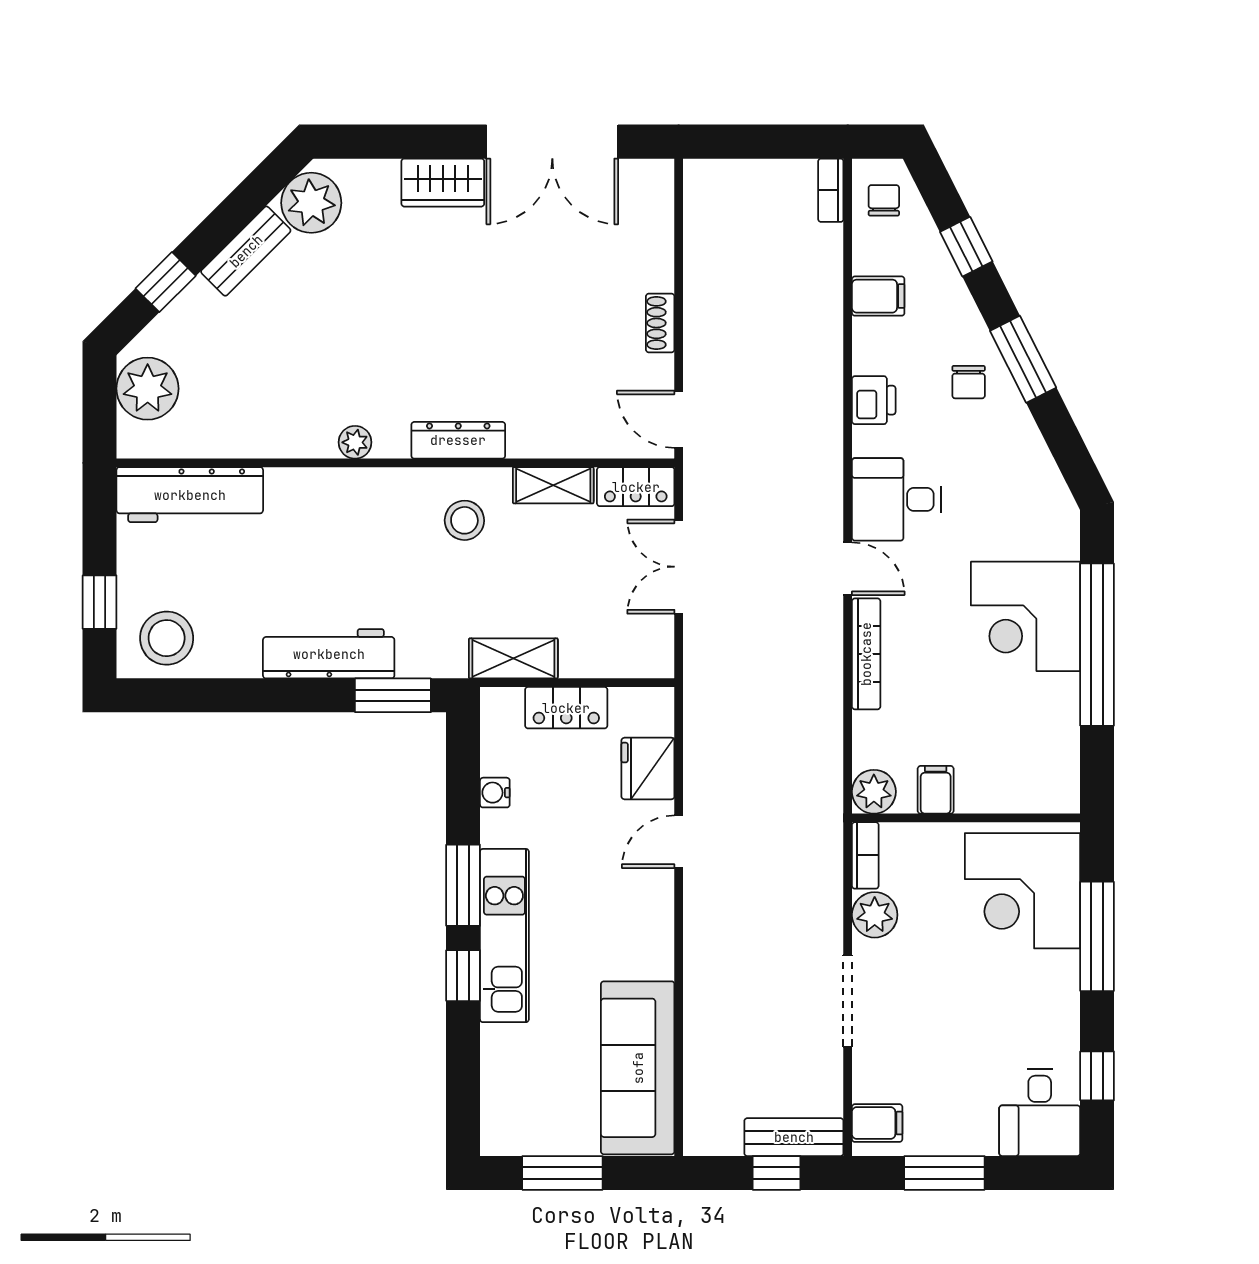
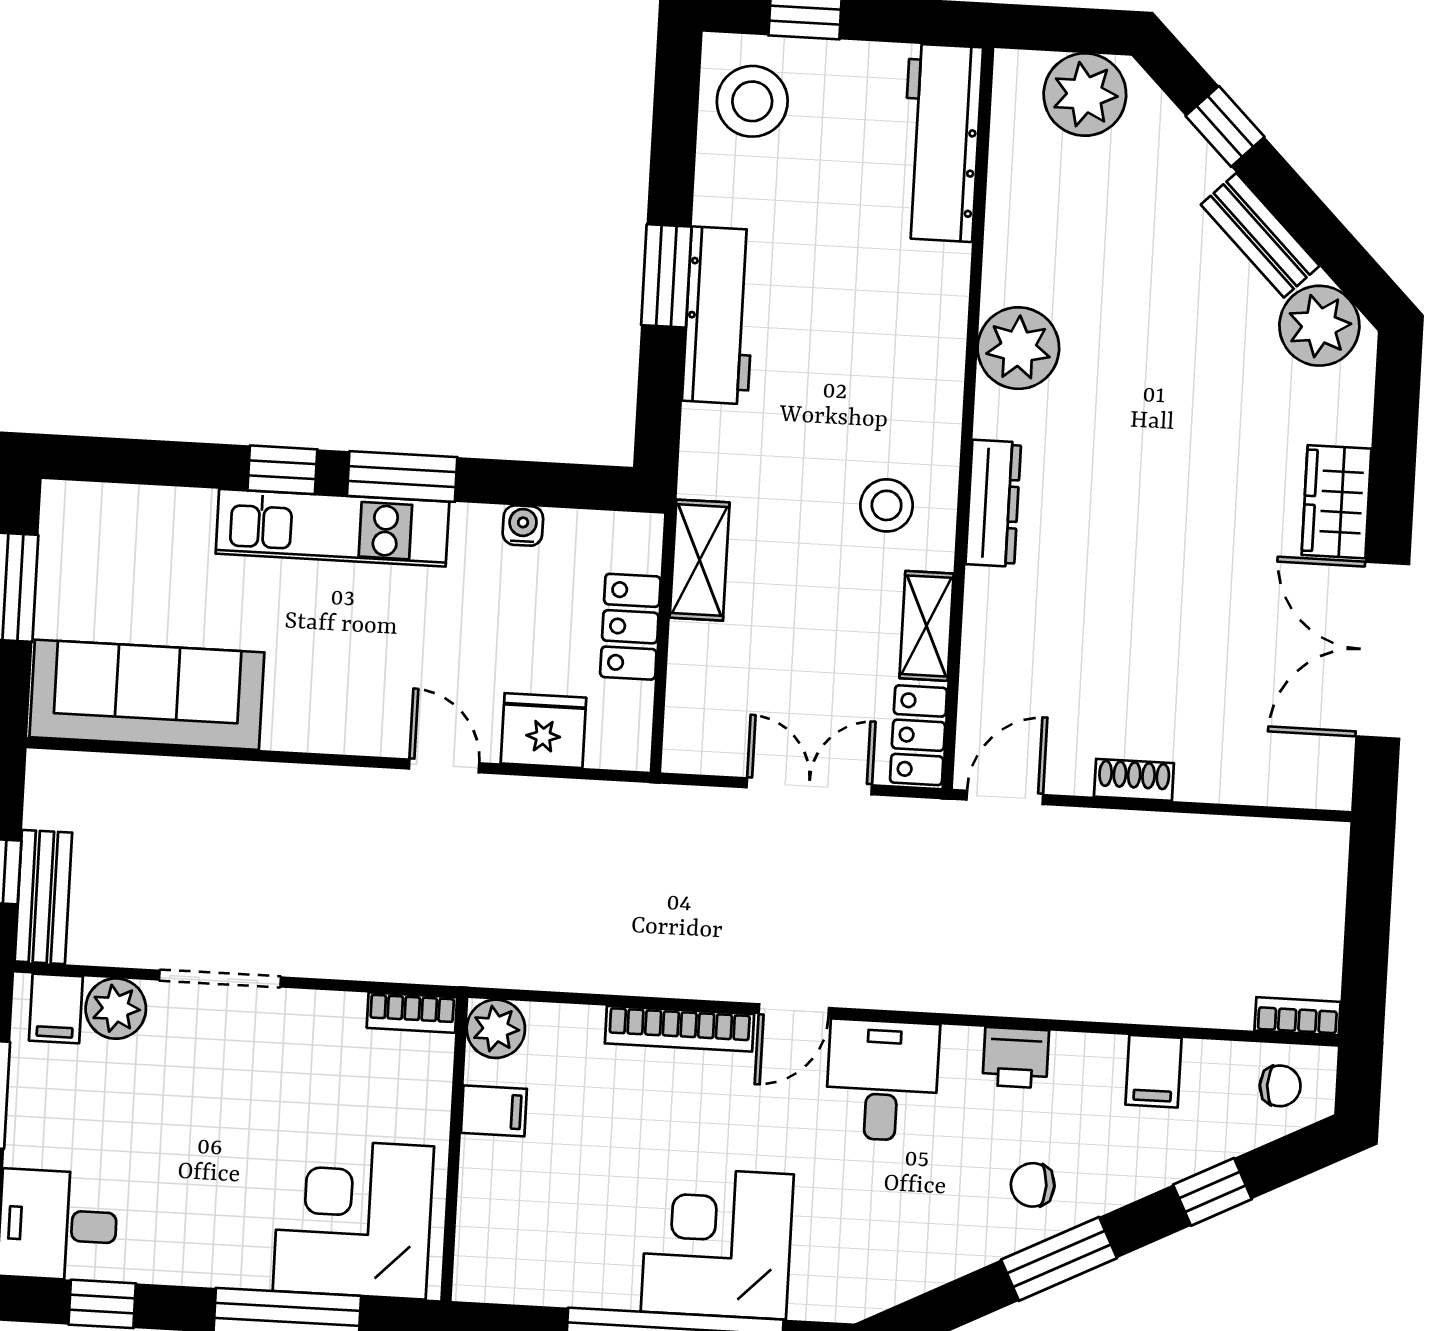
plant: (355, 442) -> (1018, 348), width x1.88, depth x1.88
window: (393, 695) -> (666, 276), moved
plant: (875, 915) -> (116, 1009), moved

